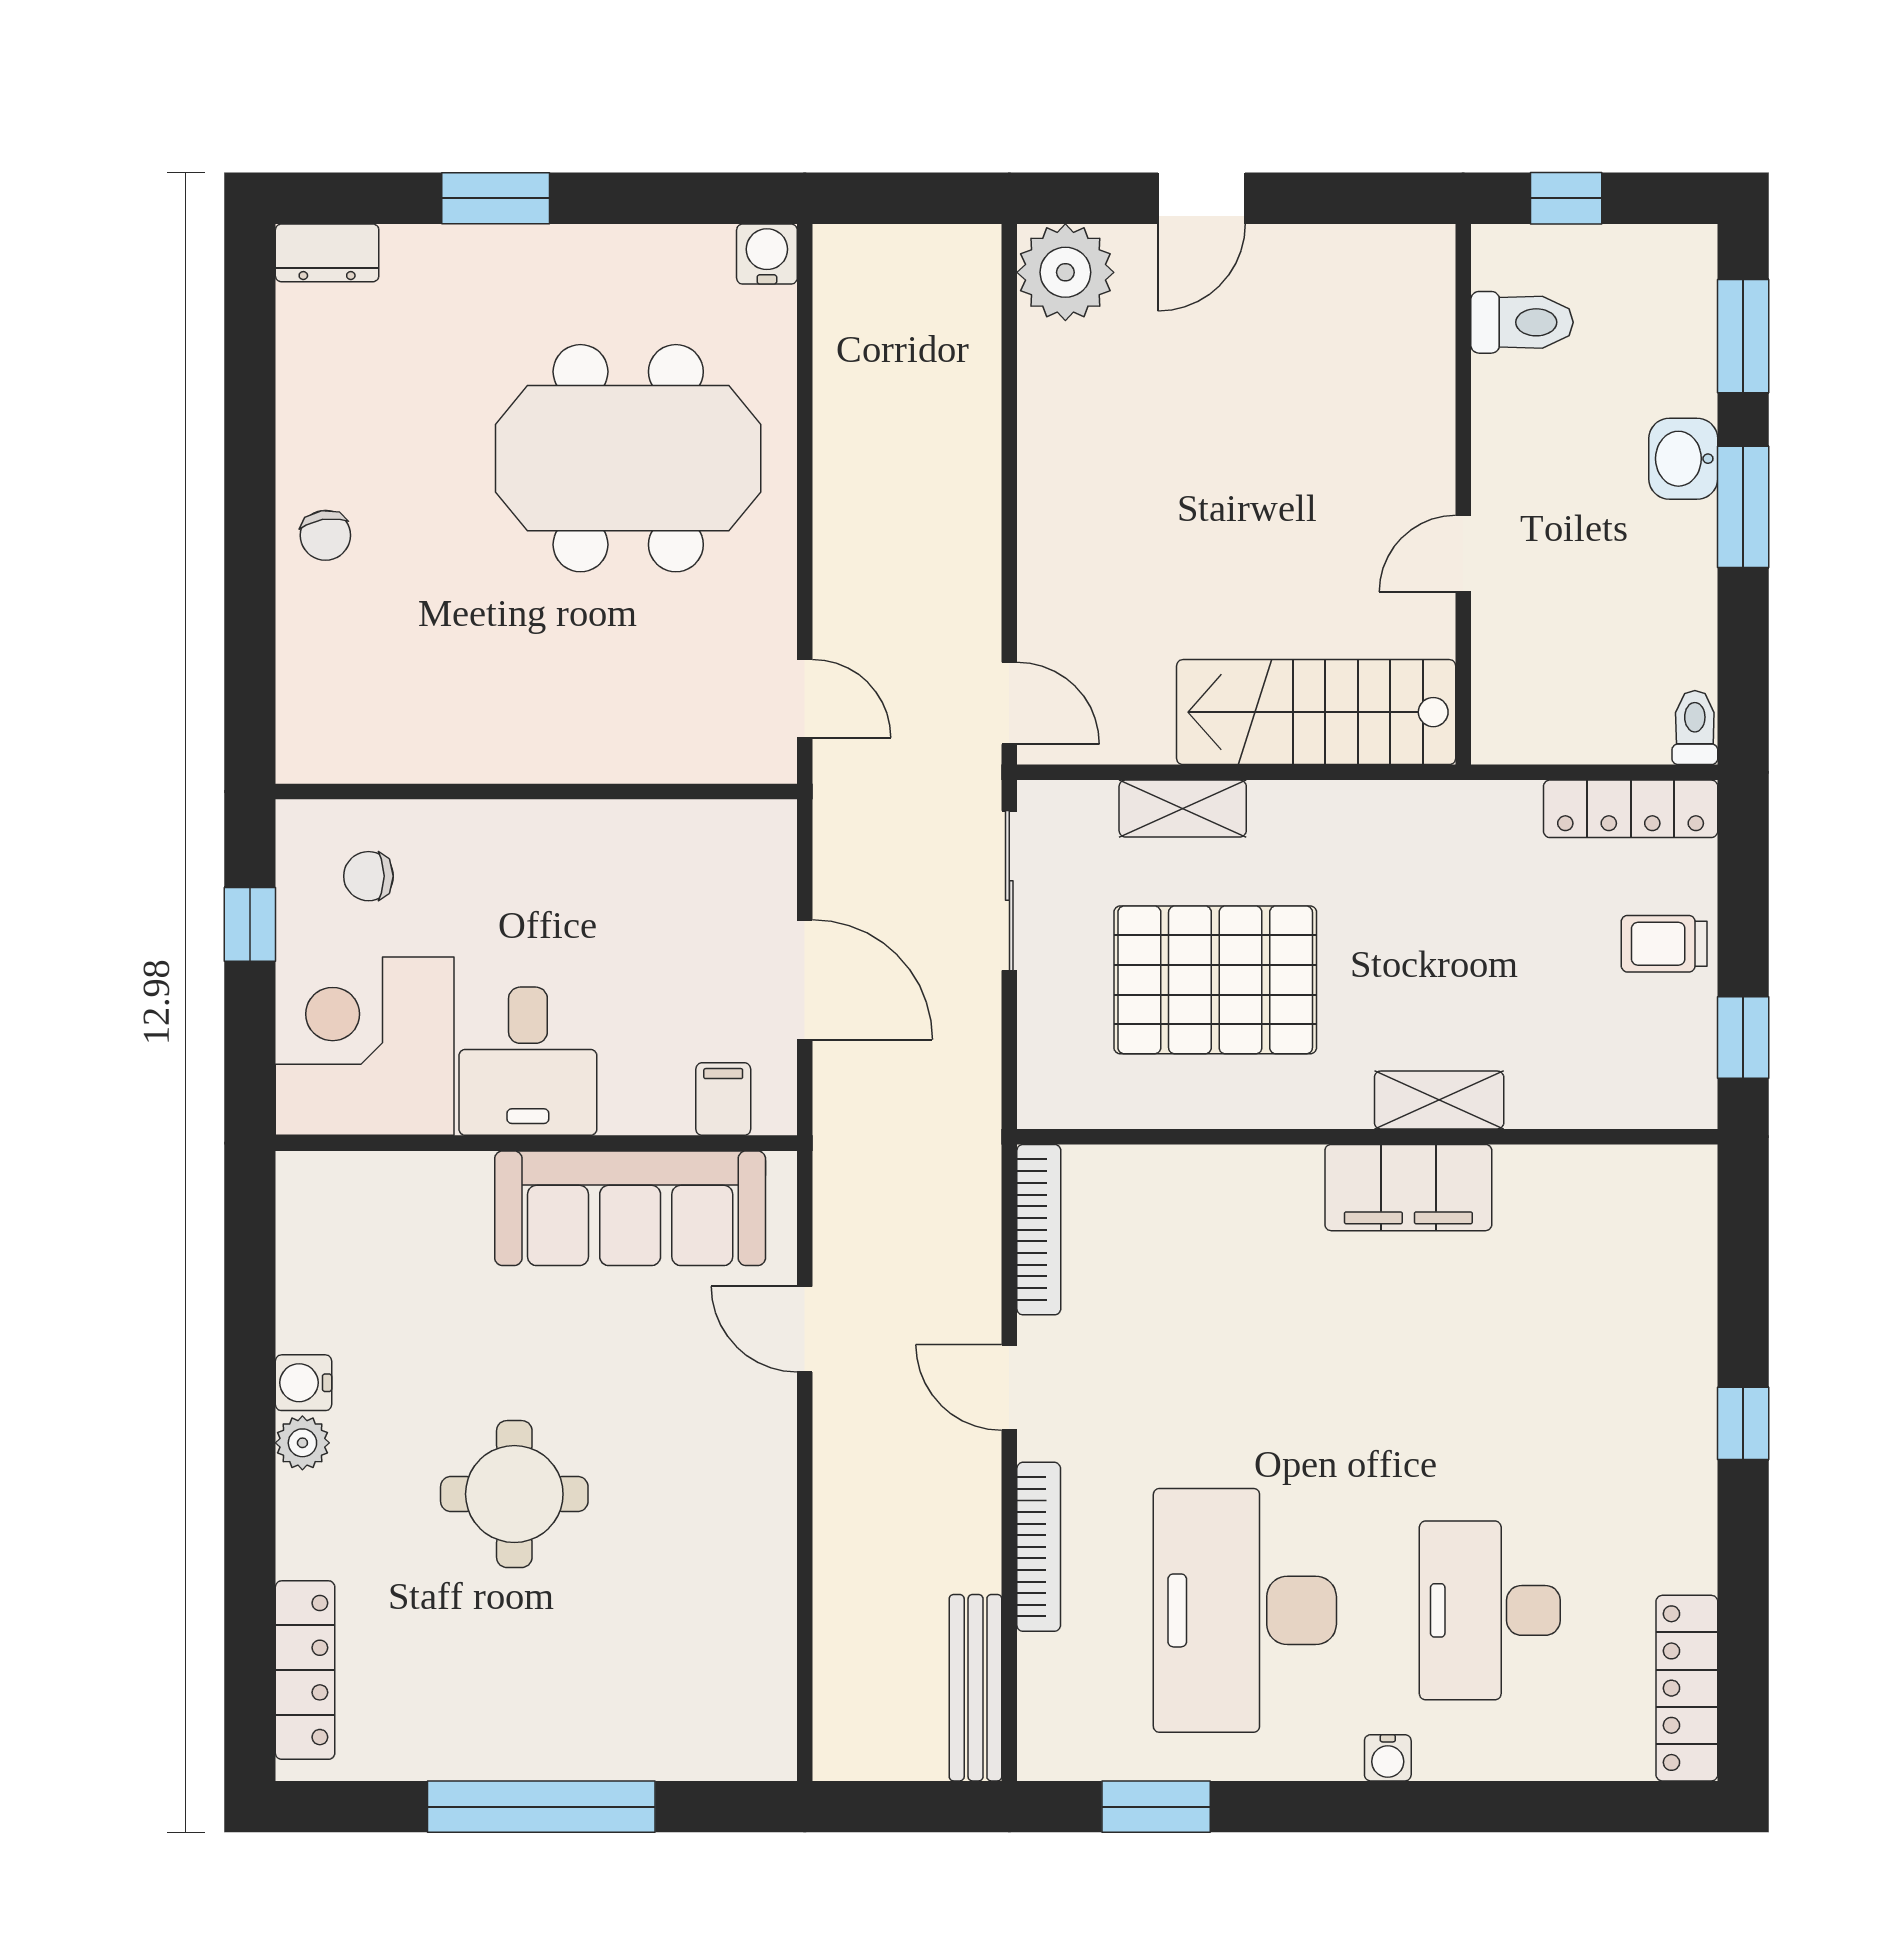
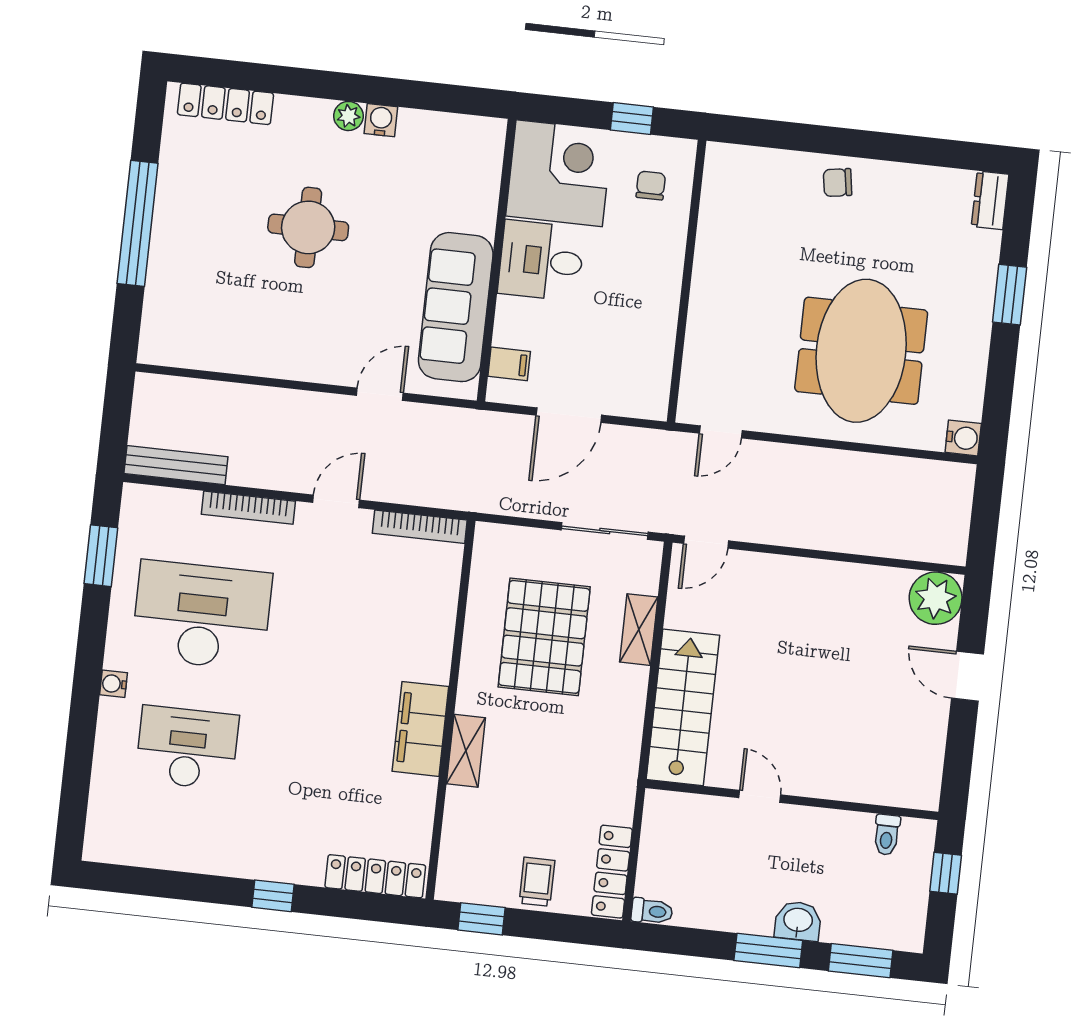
toilet: (1522, 322) -> (887, 835), width x0.73, depth x0.72
locker: (1687, 1688) -> (375, 876), moved

